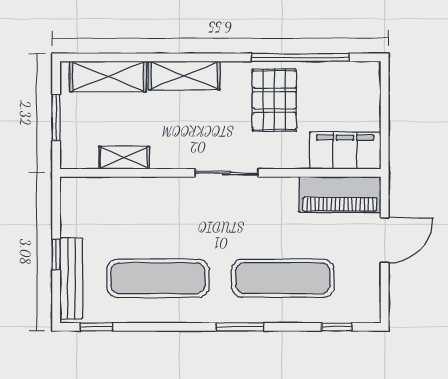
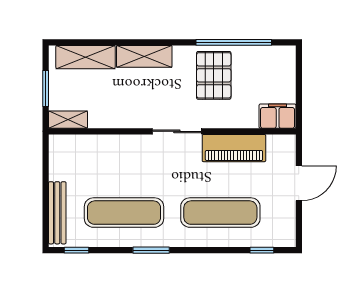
filing cabinet: (345, 151) -> (278, 116), width x0.67, depth x0.86
shelving: (124, 158) -> (68, 120), moved
piano: (340, 195) -> (234, 148), moved
window: (56, 254) -> (46, 194), removed
window: (240, 327) -> (151, 250), moved

